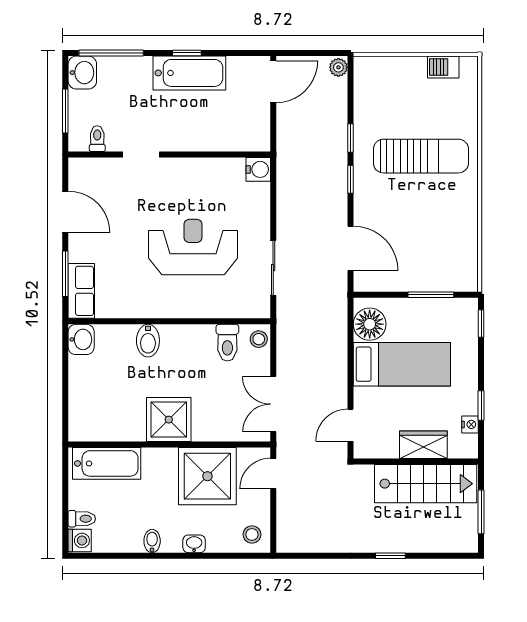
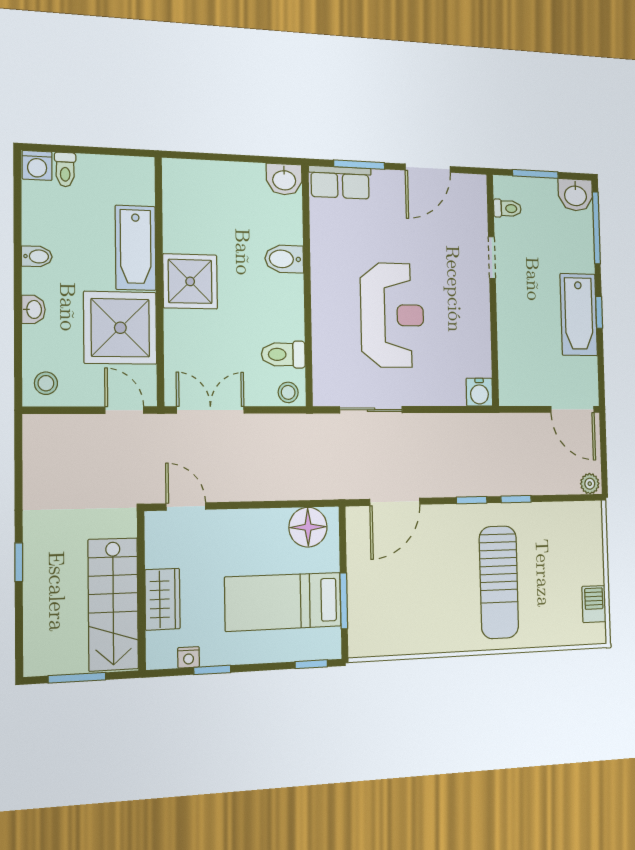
bed: (402, 364) -> (283, 602), moved, turned 90
bathtub: (107, 463) -> (136, 248), moved

